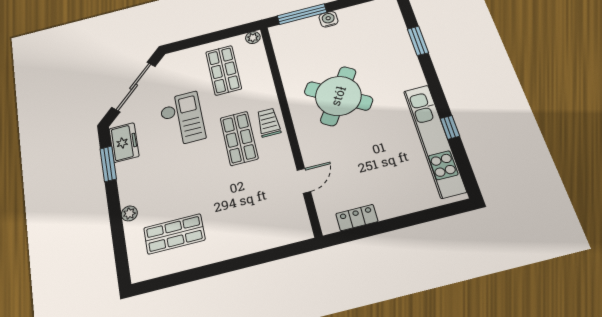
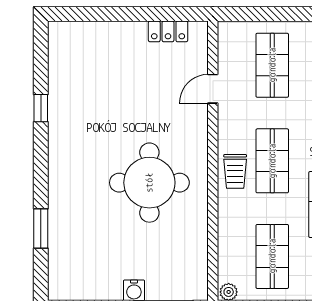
round table: (338, 96) -> (149, 183), turned -33
kitchen unit: (434, 140) -> (62, 98), removed
shop shelf: (256, 213) -> (272, 65), added

